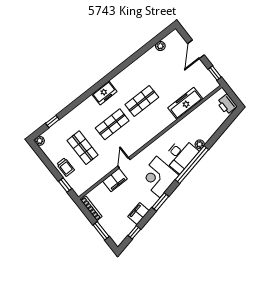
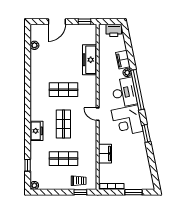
door: (196, 49) -> (57, 22), hinge flipped
freezer: (104, 93) -> (37, 131), moved
shop shelf: (142, 101) -> (63, 90), turned 90
door: (124, 163) -> (98, 114), moved
trolley: (66, 167) -> (79, 181), moved
filing cabinet: (138, 214) -> (123, 60), moved
window: (134, 232) -> (153, 169), removed

